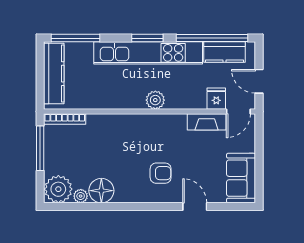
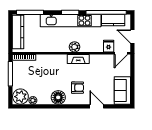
fireplace: (207, 122) -> (78, 59), moved
floor lamp: (101, 191) -> (58, 97), moved

